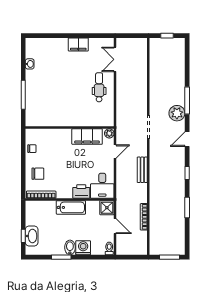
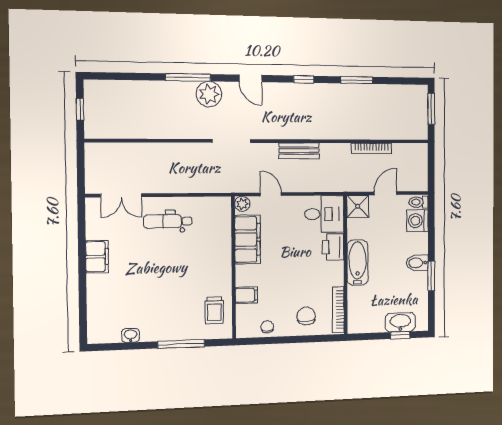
trolley: (43, 115) -> (214, 310), added
filing cabinet: (52, 136) -> (246, 295), added
washing machine: (83, 248) -> (417, 221), moved

